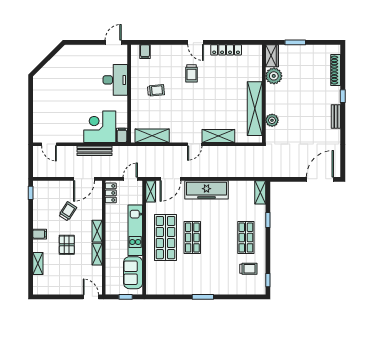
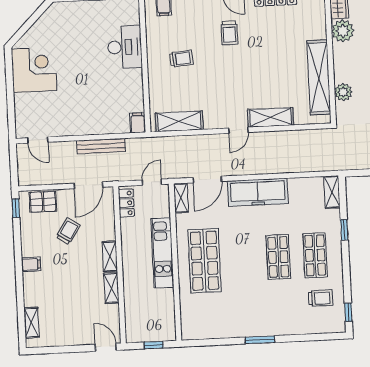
corner desk: (100, 127) -> (34, 70), moved, turned 90
shop shelf: (192, 238) -> (278, 257), moved
pallet: (67, 245) -> (43, 202), moved, turned 90
shelving: (38, 263) -> (31, 323), moved
sofa: (133, 273) -> (162, 311), removed

